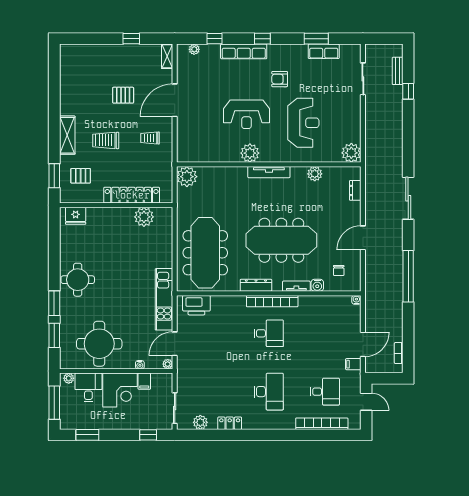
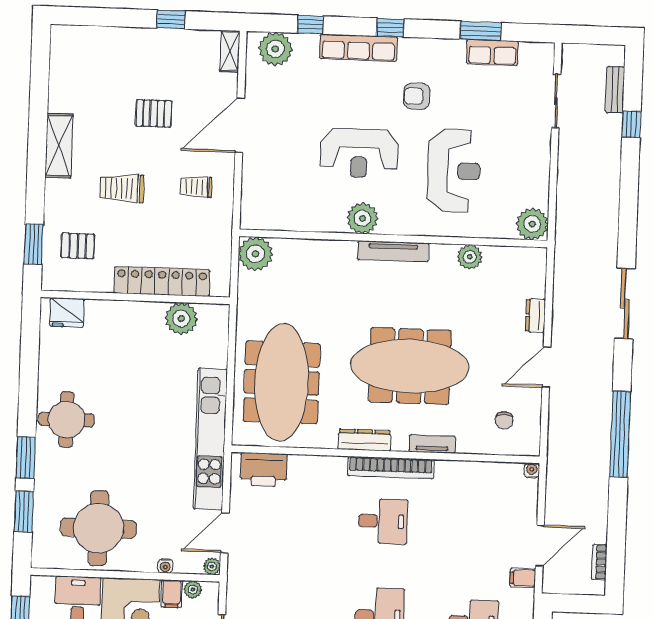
plant: (194, 49) -> (275, 49), width x1.88, depth x1.88
shelving: (67, 135) -> (59, 146), moved
dresser: (355, 190) -> (535, 316), moved
water cooler: (317, 285) -> (467, 444), removed
kitchen unit: (164, 299) -> (210, 439), width x1.36
plant: (69, 378) -> (193, 590), moved

